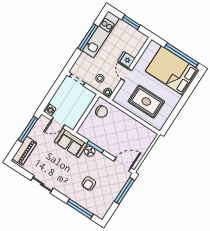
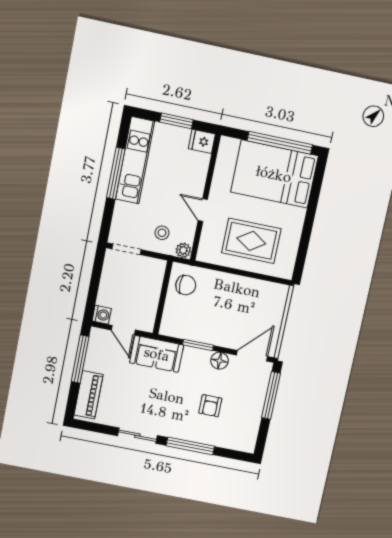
fridge: (127, 60) -> (202, 141), moved
door: (58, 123) -> (123, 330), hinge flipped
floor lamp: (90, 151) -> (219, 361), moved
window: (80, 209) -> (190, 446), moved

